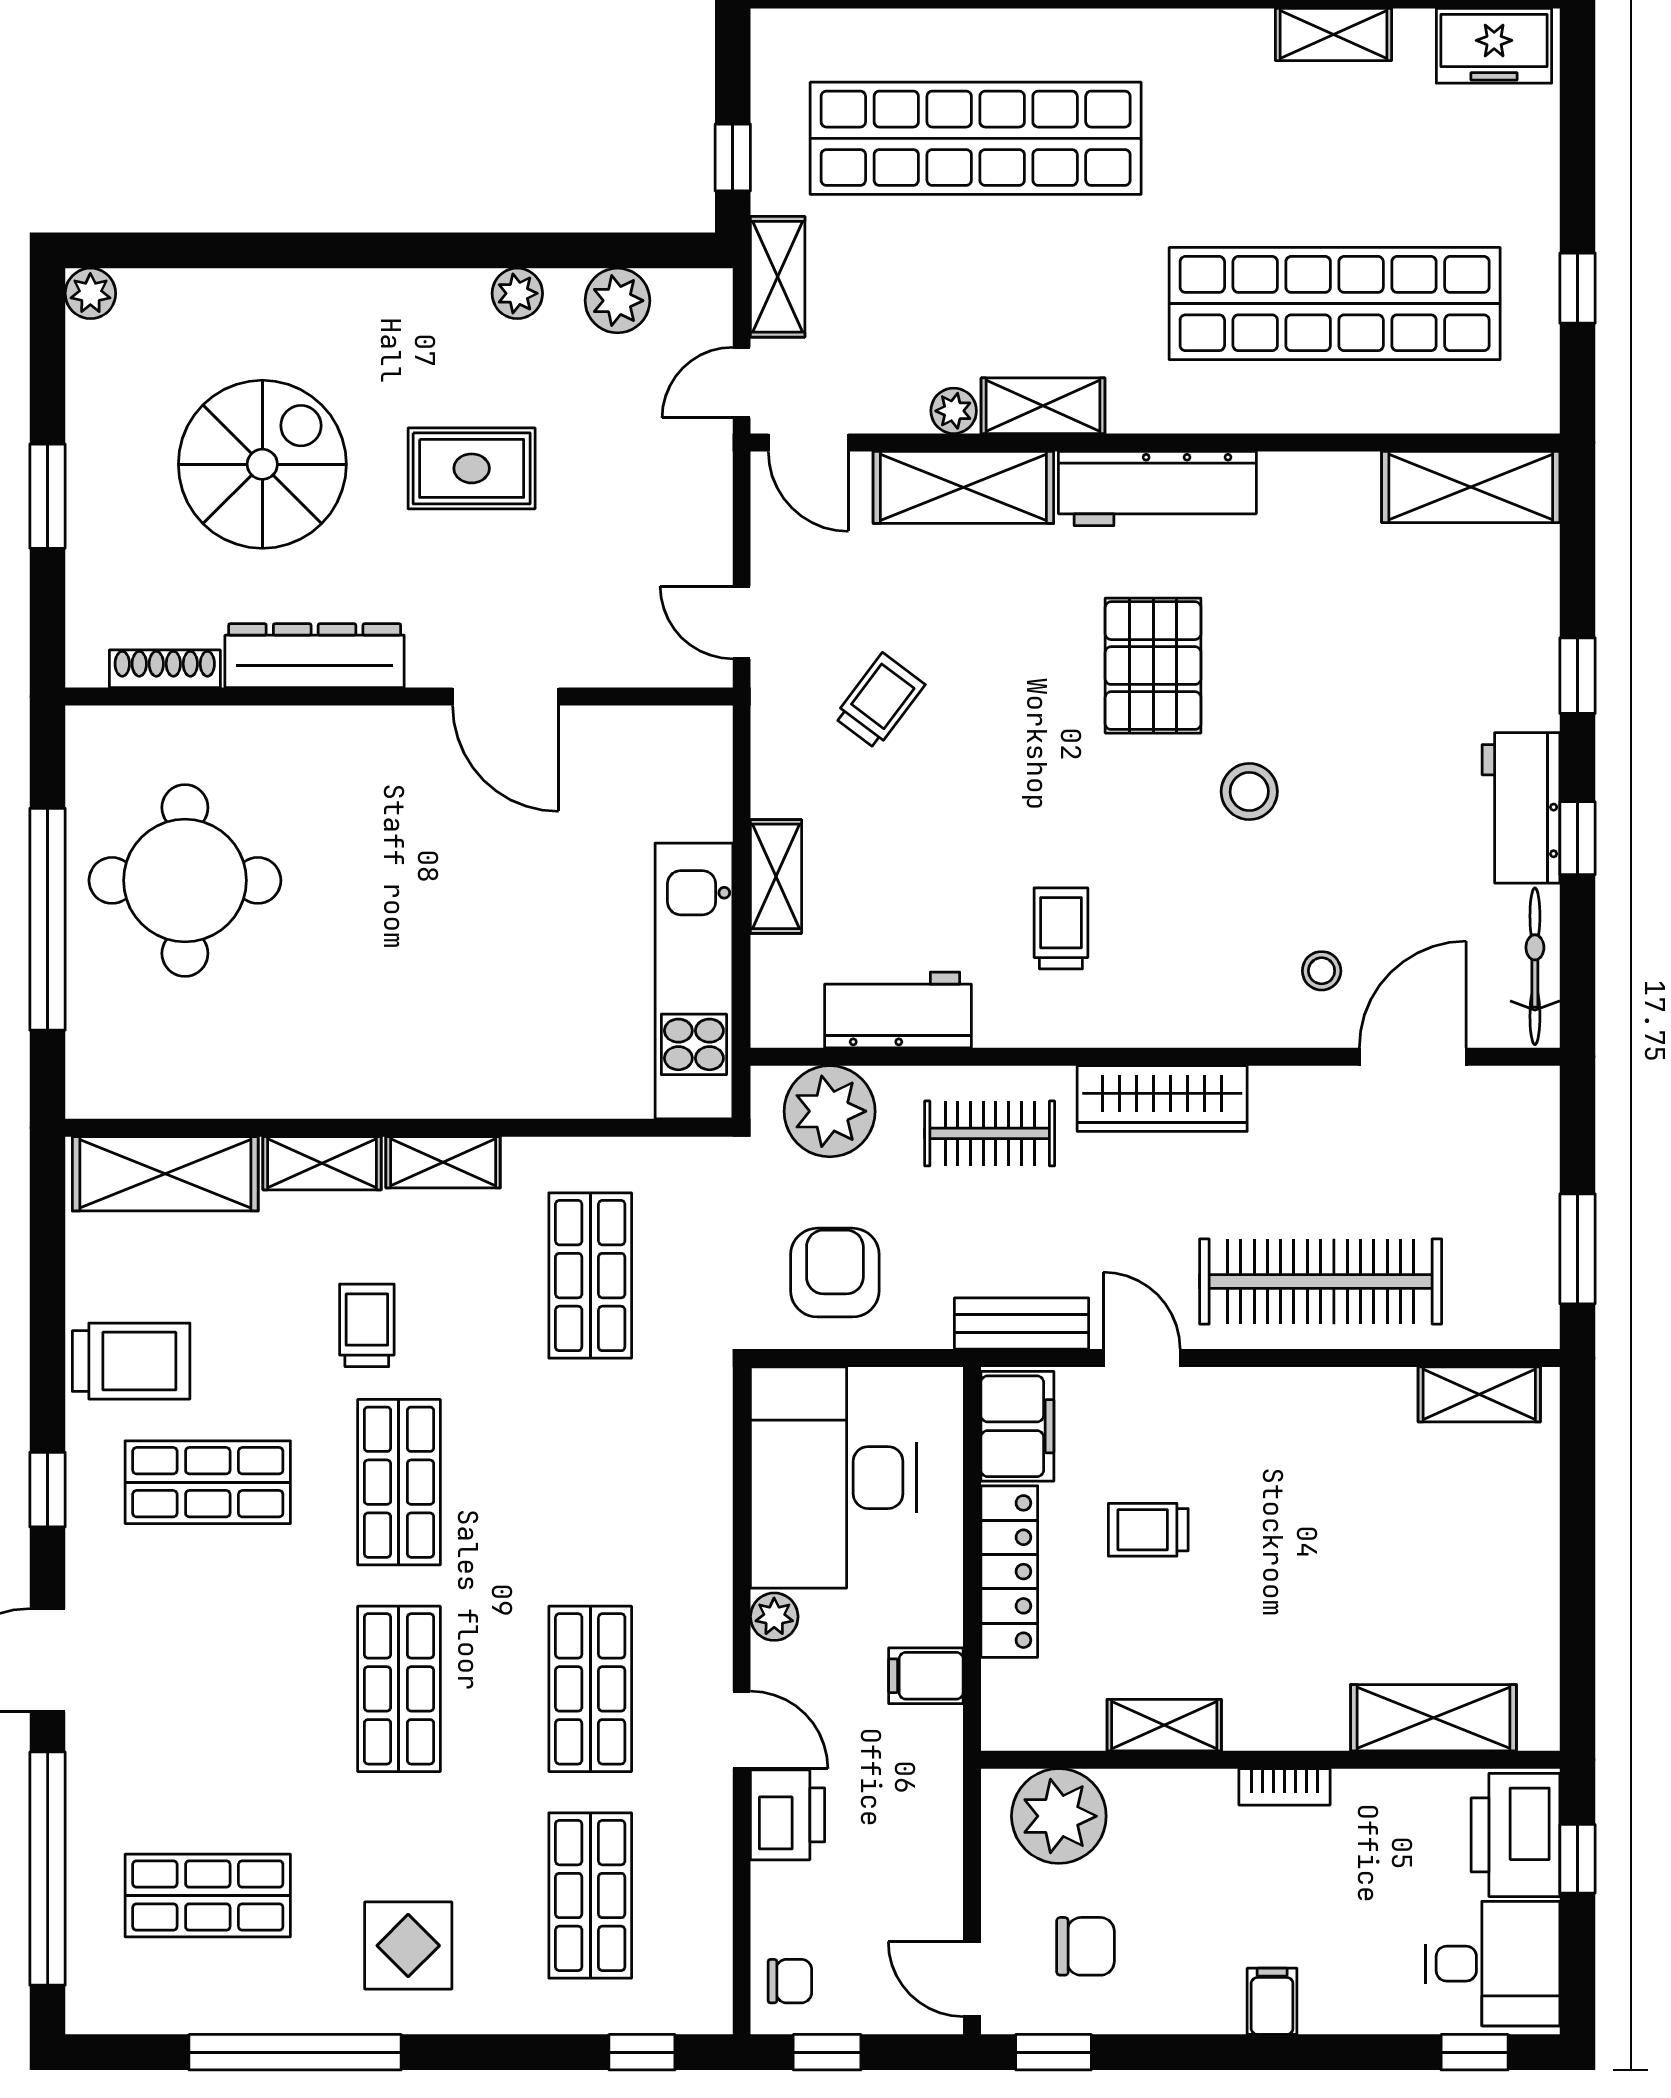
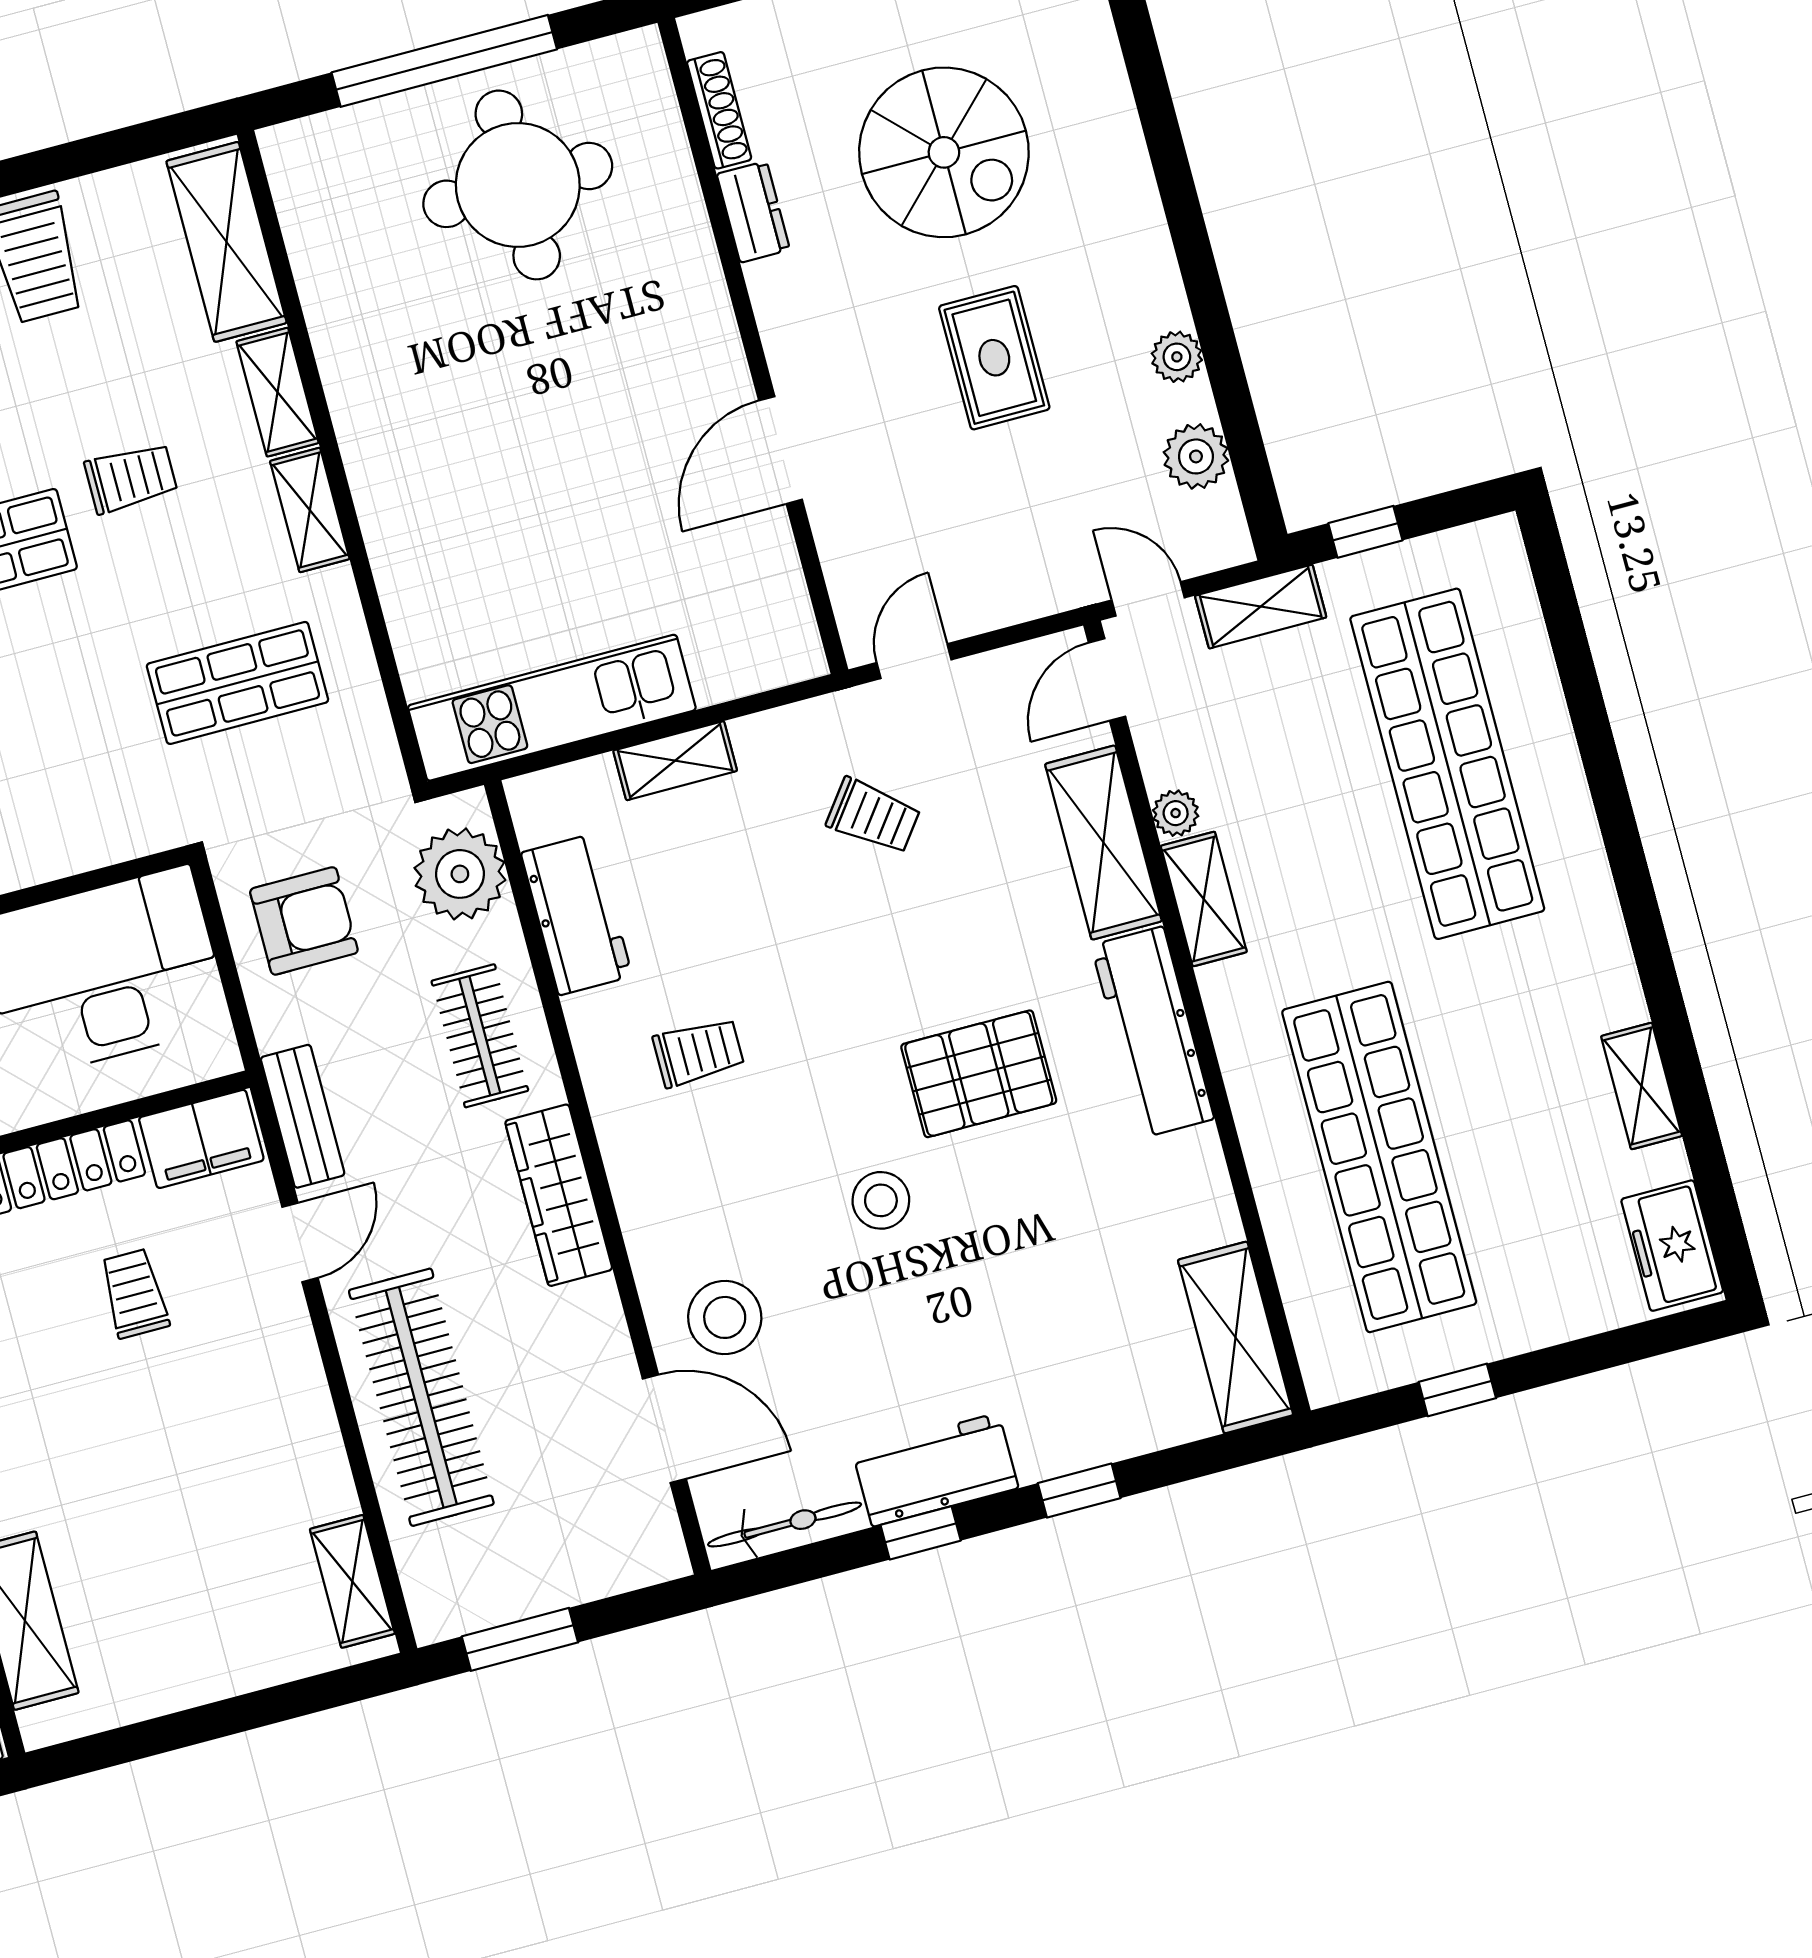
dresser: (315, 656) -> (753, 212), width x0.51, depth x0.80
stool: (1322, 971) -> (725, 1317), width x1.89, depth x1.89

